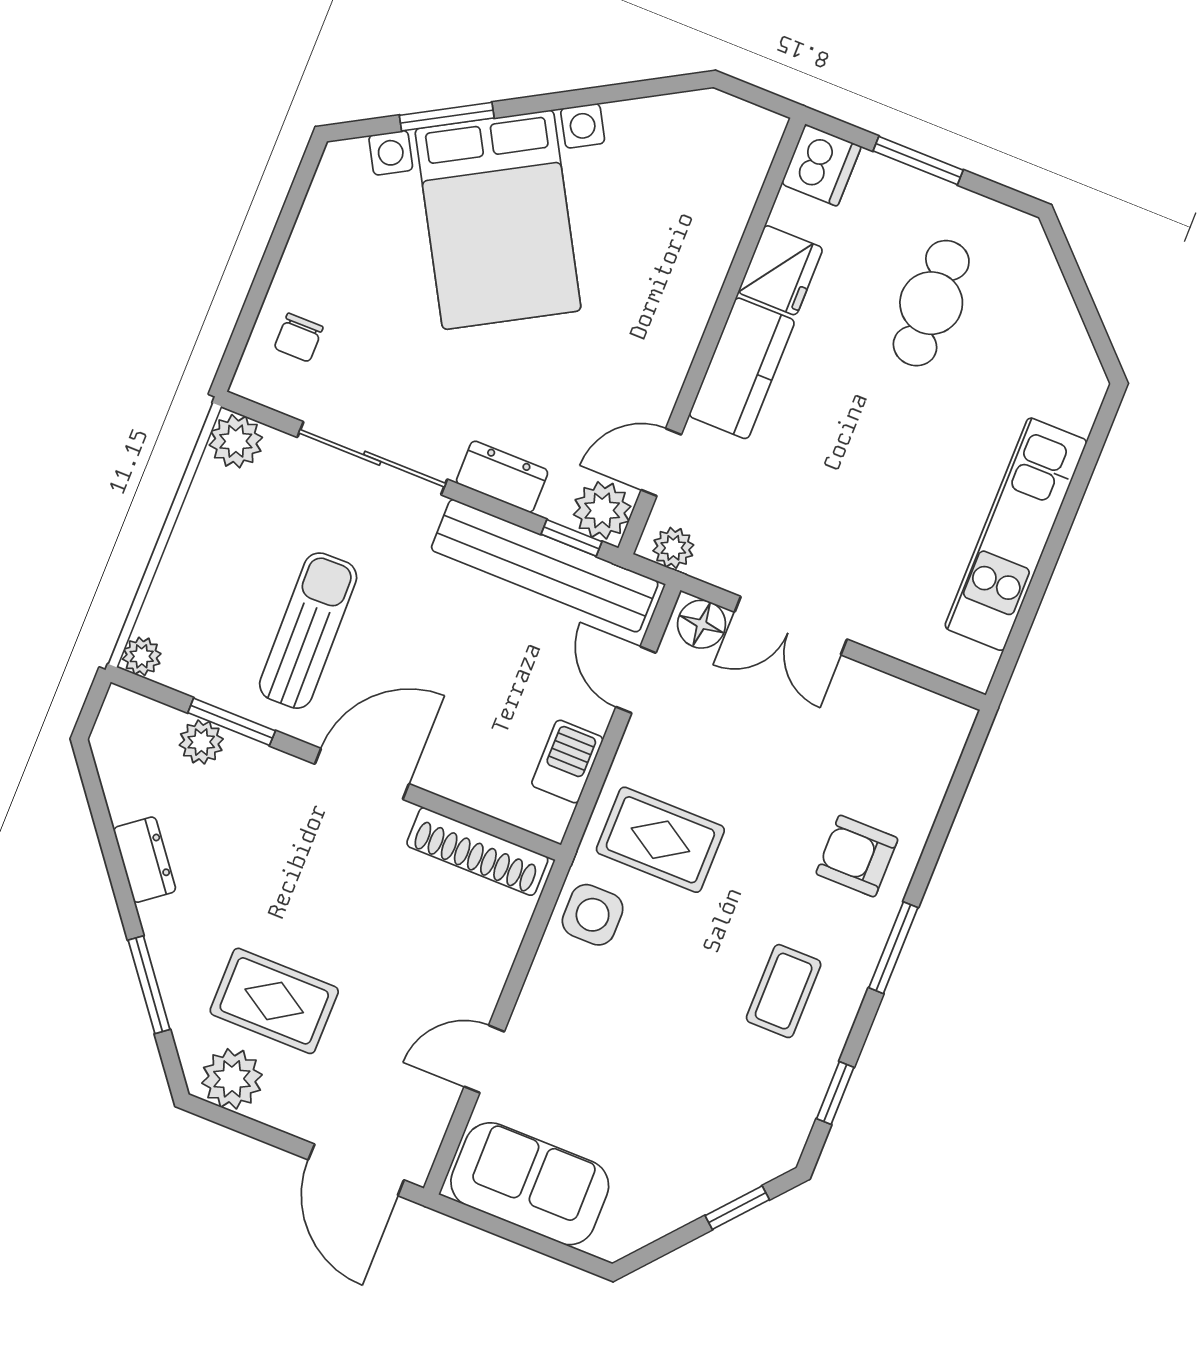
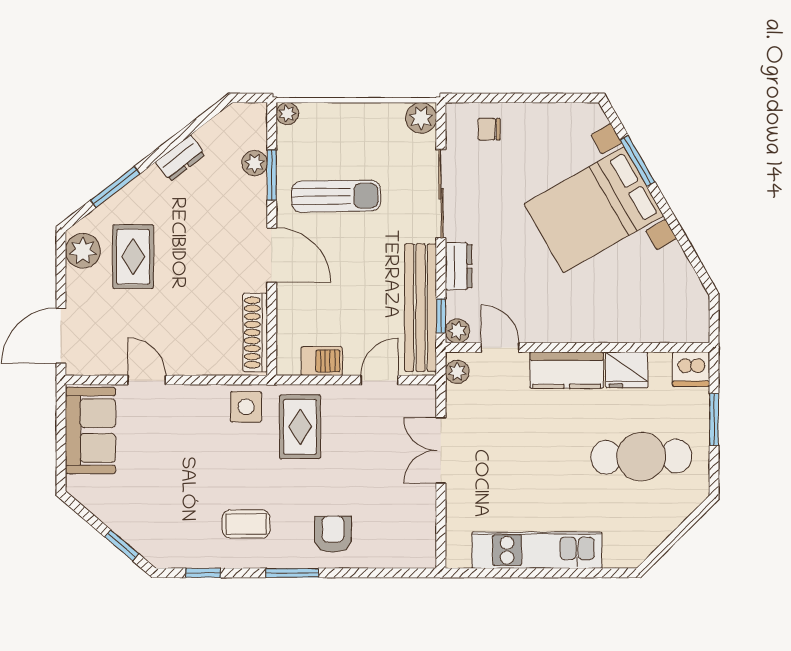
cafe table: (931, 303) -> (641, 457), width x1.37, depth x1.35
plant: (602, 510) -> (457, 331), width x0.73, depth x0.73
floor lamp: (702, 624) -> (423, 403), removed

